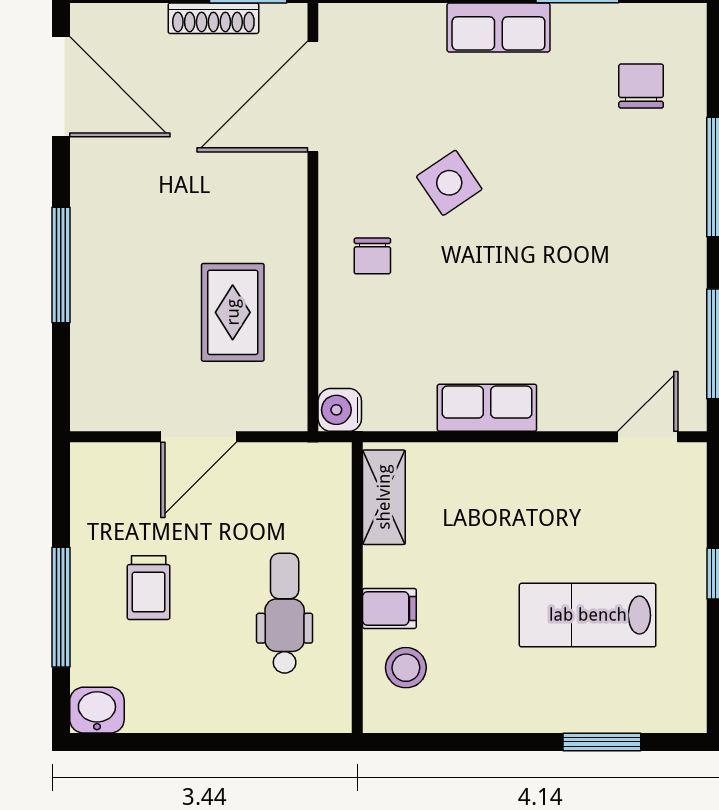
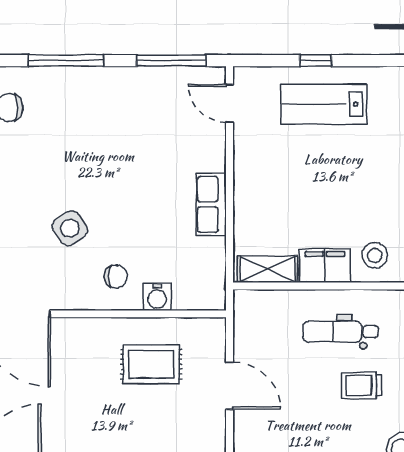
water cooler: (340, 410) -> (157, 297), moved
trolley: (149, 588) -> (362, 385), moved, turned 180
filing cabinet: (389, 608) -> (325, 266), width x2.00
lab bench: (588, 615) -> (324, 104), moved, turned 90

